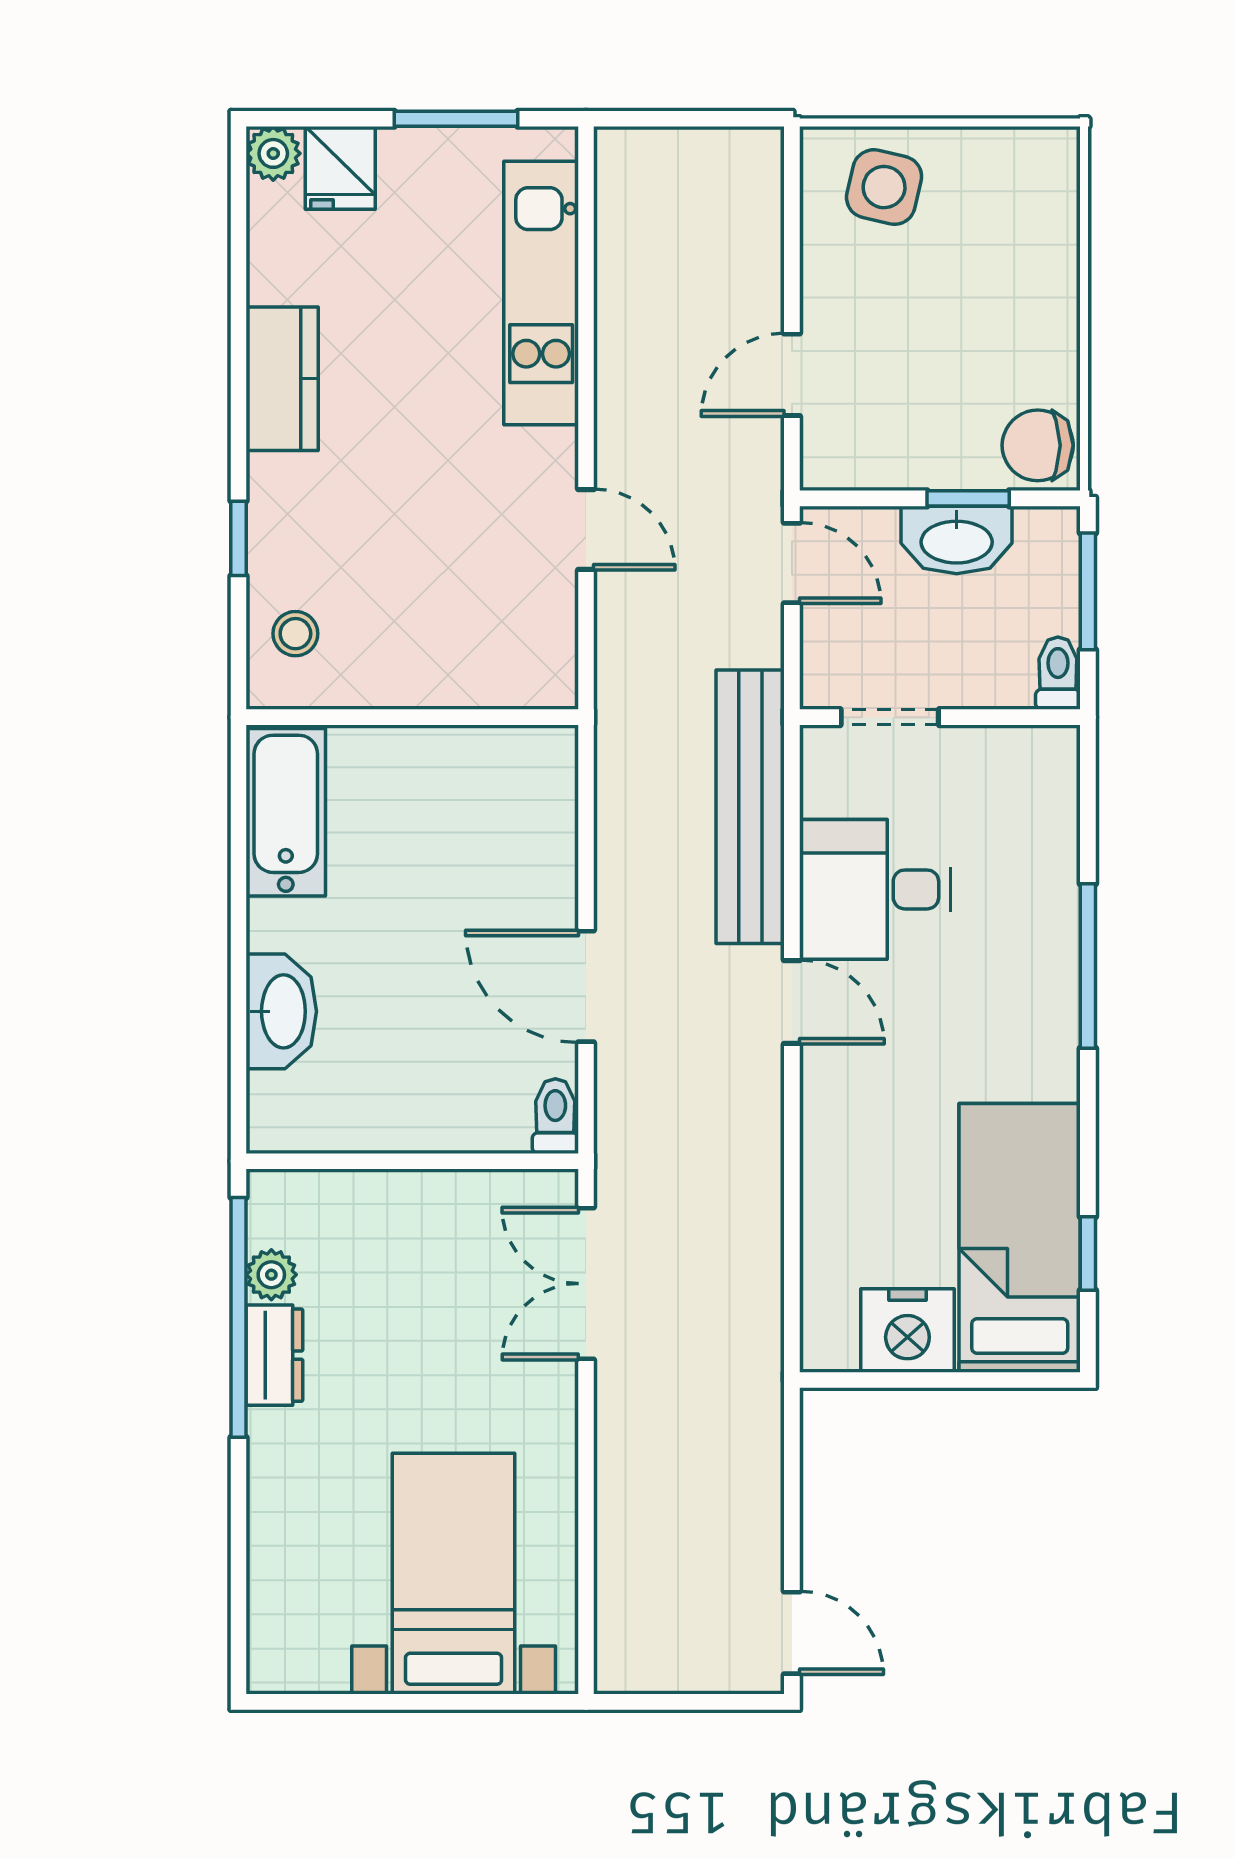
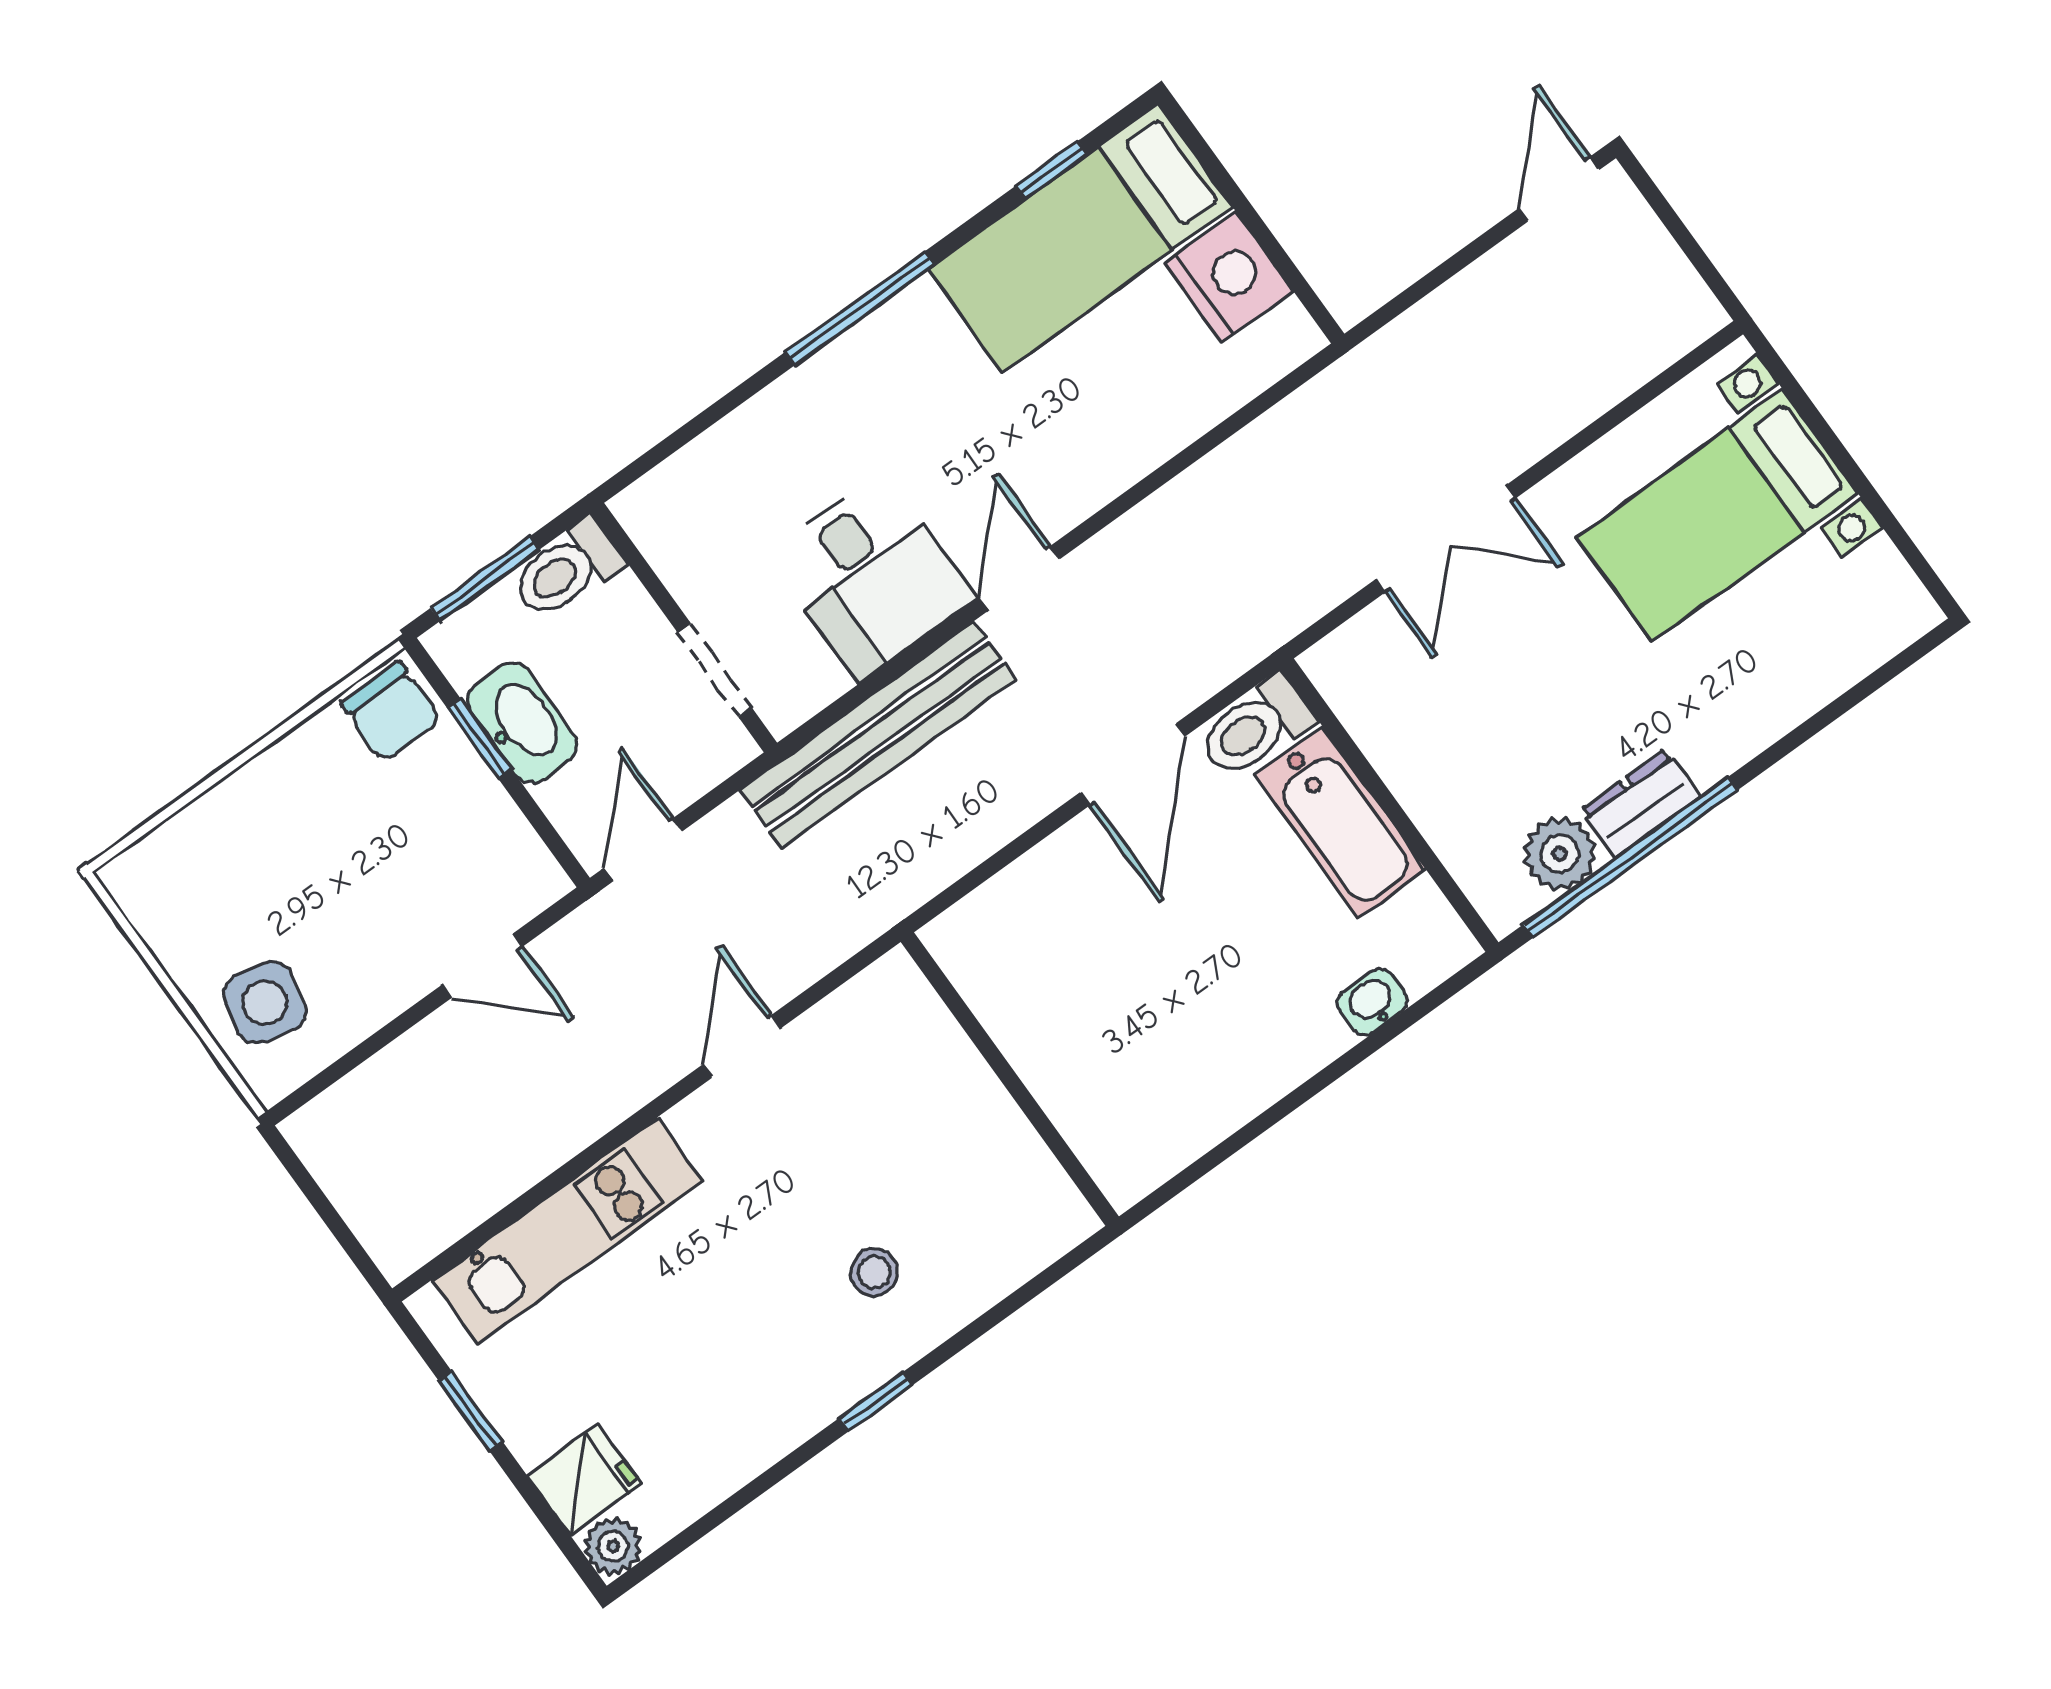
window: (456, 119) -> (471, 1411), width x0.67
kitchen counter: (282, 379) -> (800, 1399), removed
window: (239, 538) -> (876, 1402), moved
stool: (295, 634) -> (874, 1272), moved
toilet: (1058, 673) -> (567, 570), width x1.37, depth x1.39
bathtub: (286, 812) -> (1341, 822), moved, turned -90
window: (1088, 966) -> (860, 308), moved
washbasin: (281, 1011) -> (1372, 1002), width x0.52, depth x0.69
toilet: (555, 1116) -> (1256, 727), width x1.37, depth x1.39
plant: (271, 1275) -> (1560, 853), width x1.38, depth x1.38
double door: (586, 1284) -> (1446, 539), moved

